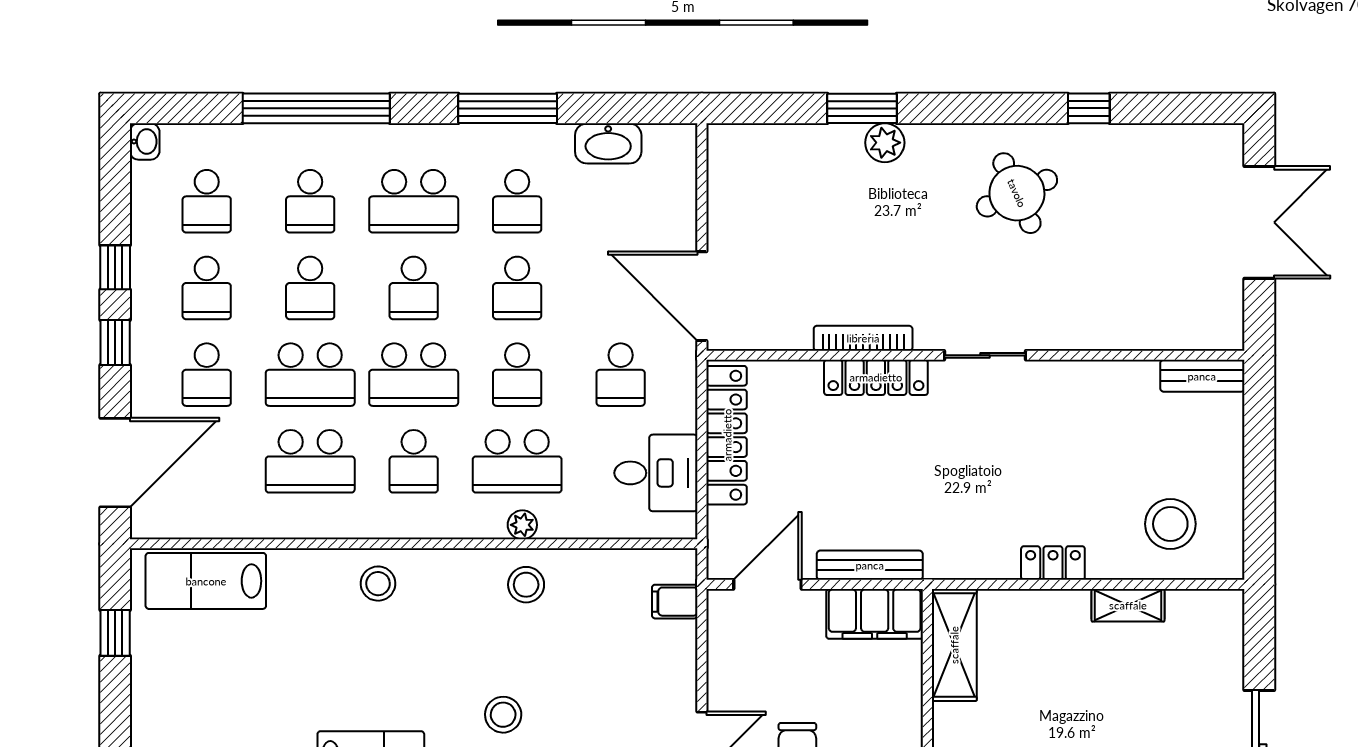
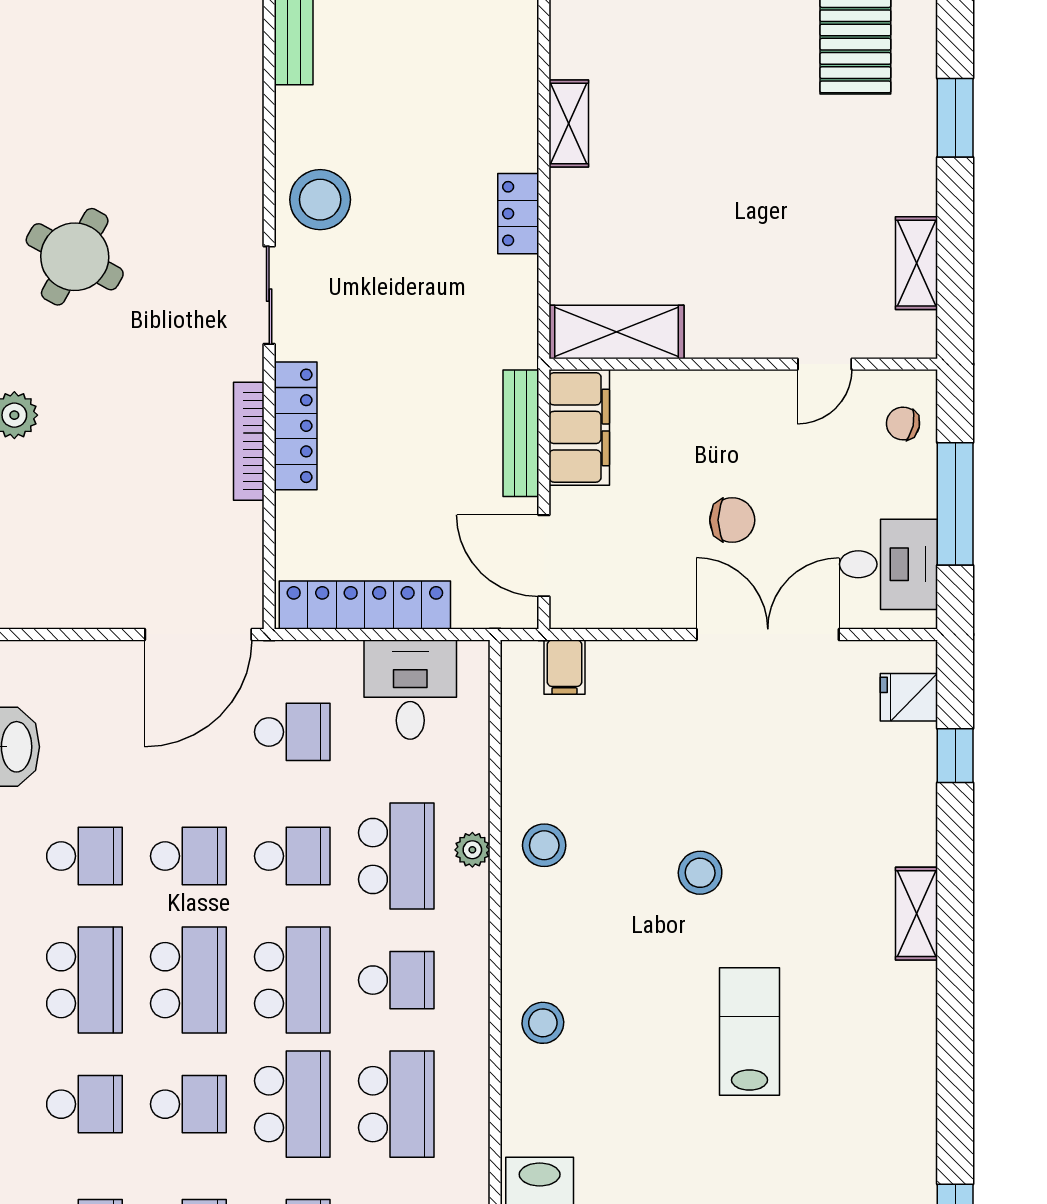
round table: (1017, 193) -> (75, 257), turned -37
school desk: (414, 288) -> (188, 980), width x1.85
stool: (1170, 524) -> (320, 200), moved

